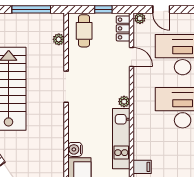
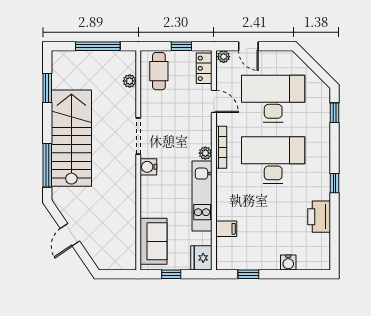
bookcase: (138, 97) -> (221, 147), added
water cooler: (75, 149) -> (148, 167), moved

